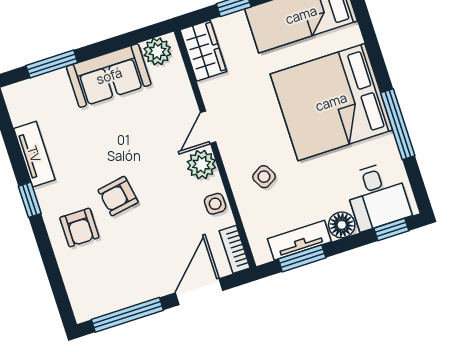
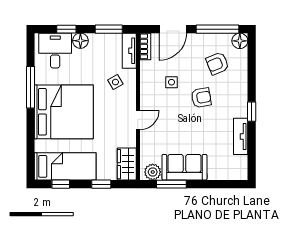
window: (52, 64) -> (171, 184), moved
plant: (201, 165) -> (148, 100), removed
side table: (215, 204) -> (172, 82), moved
armchair: (79, 227) -> (217, 63), moved, turned -112
window: (391, 230) -> (66, 29), moved
tv unit: (299, 240) -> (129, 51), moved, turned 90
floor lamp: (85, 307) -> (240, 41), added

